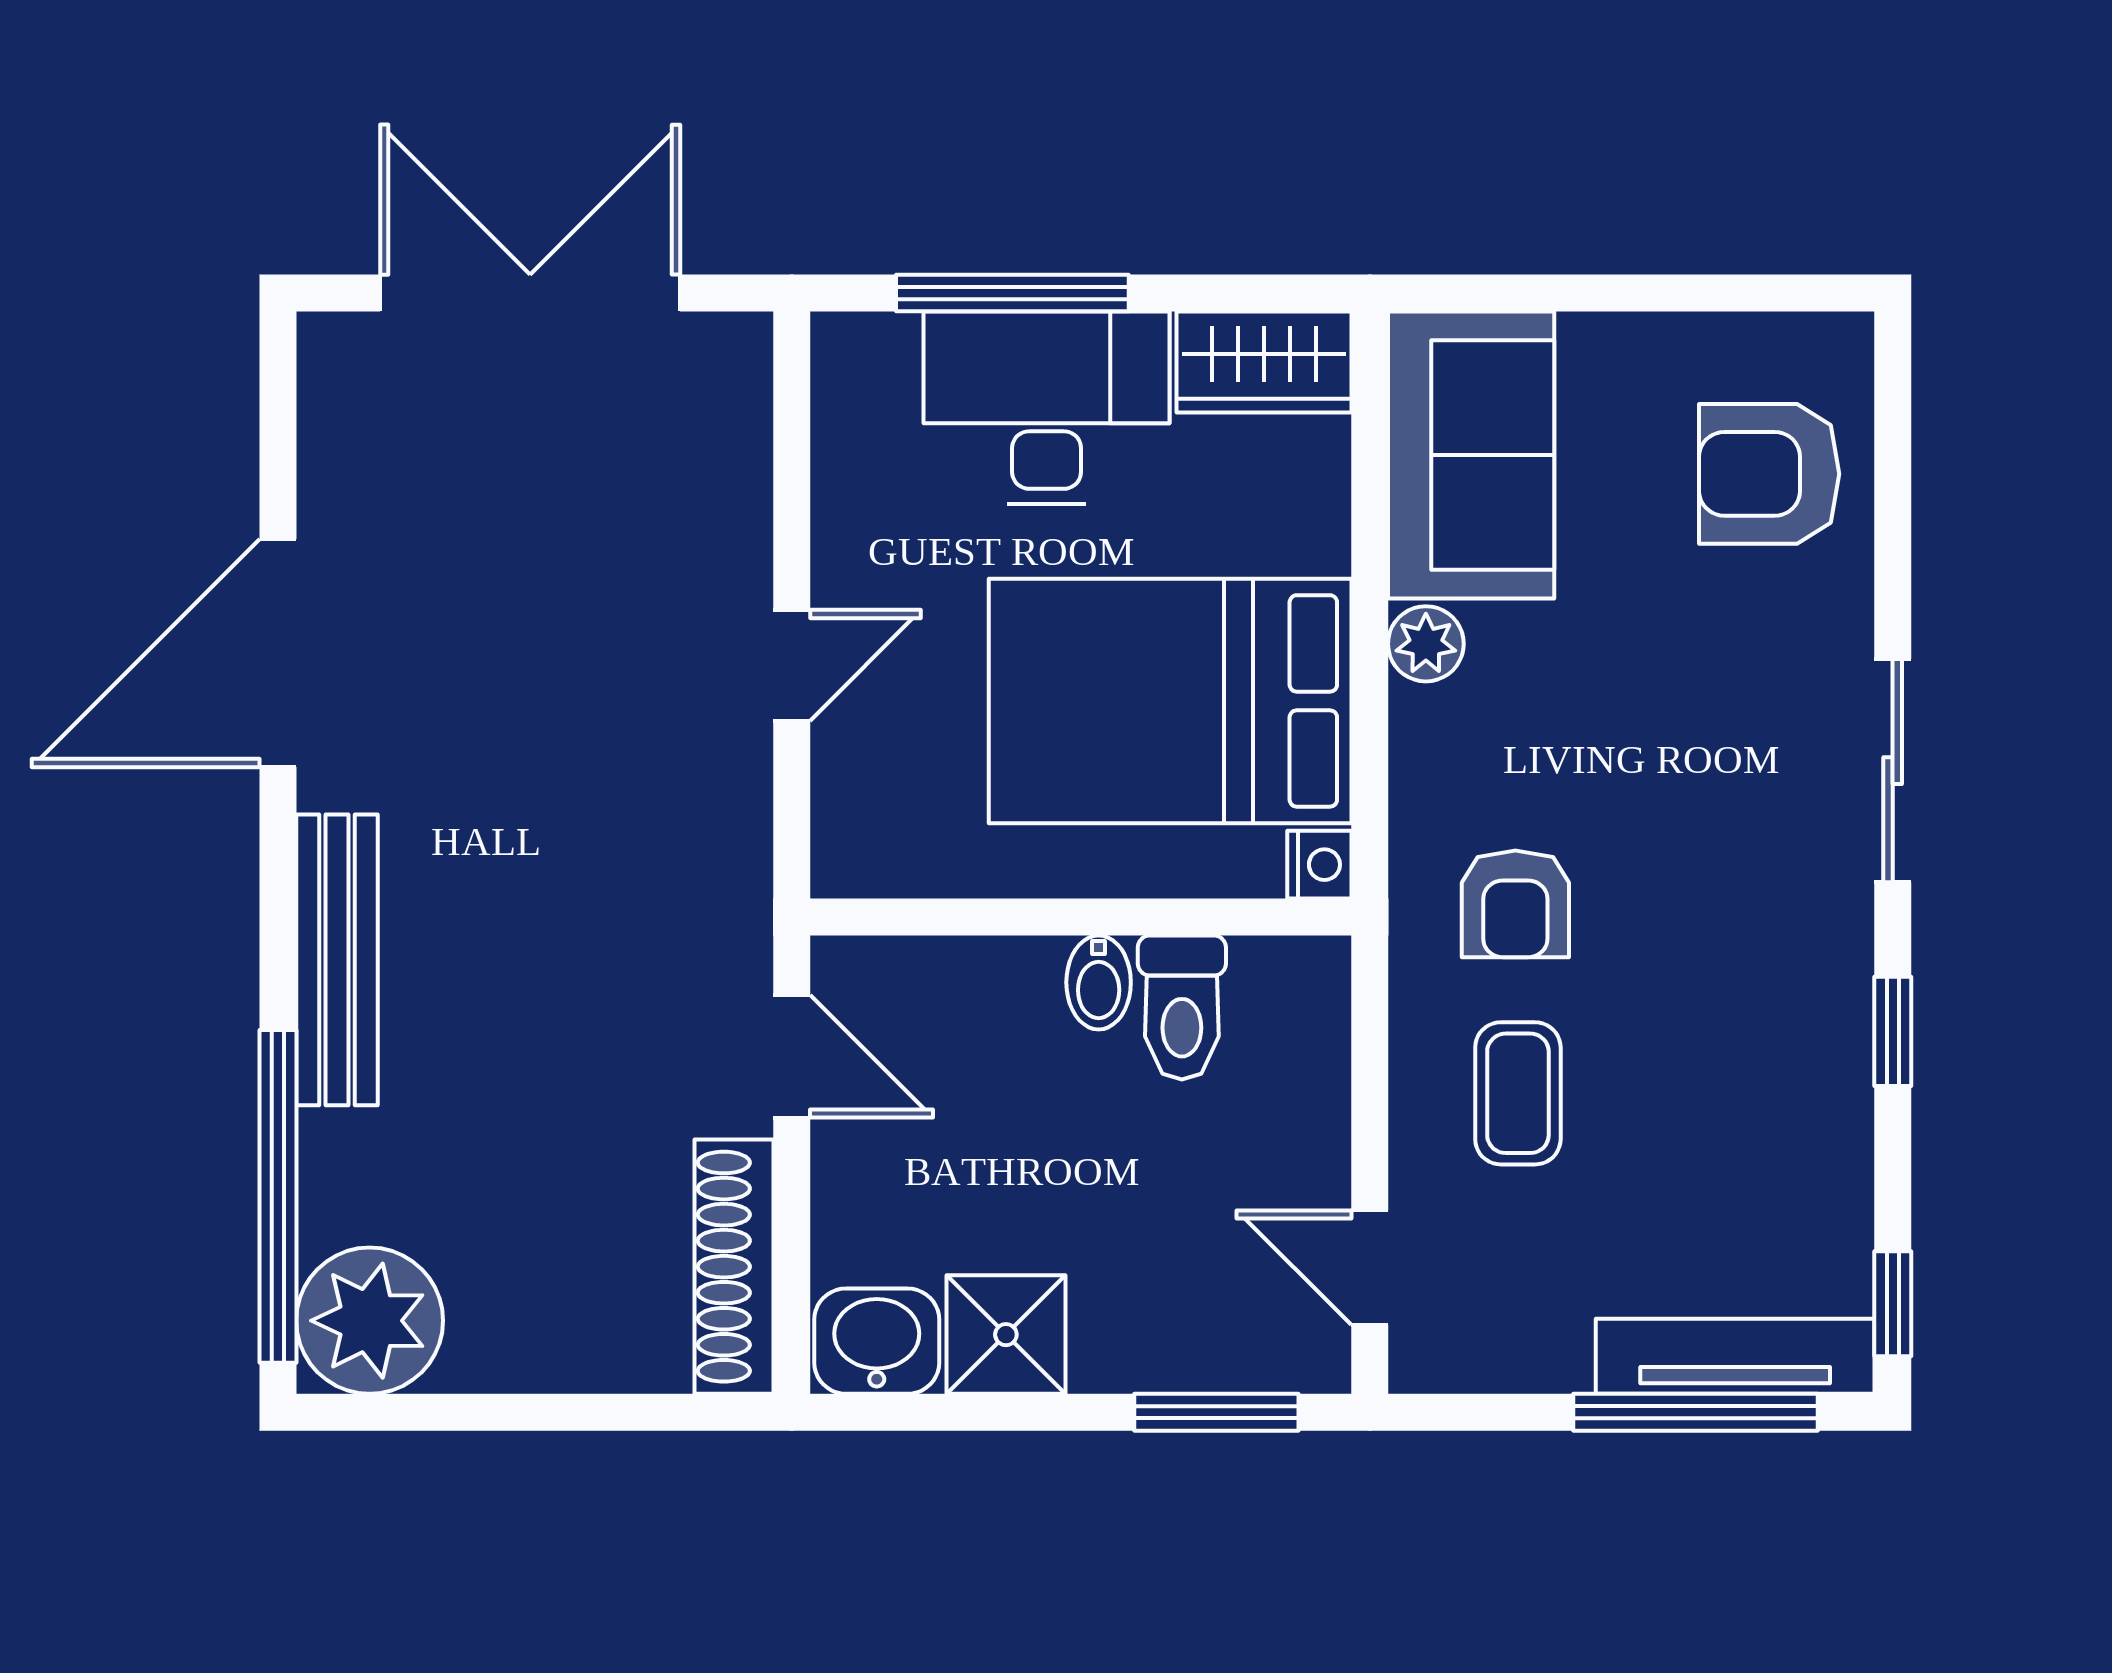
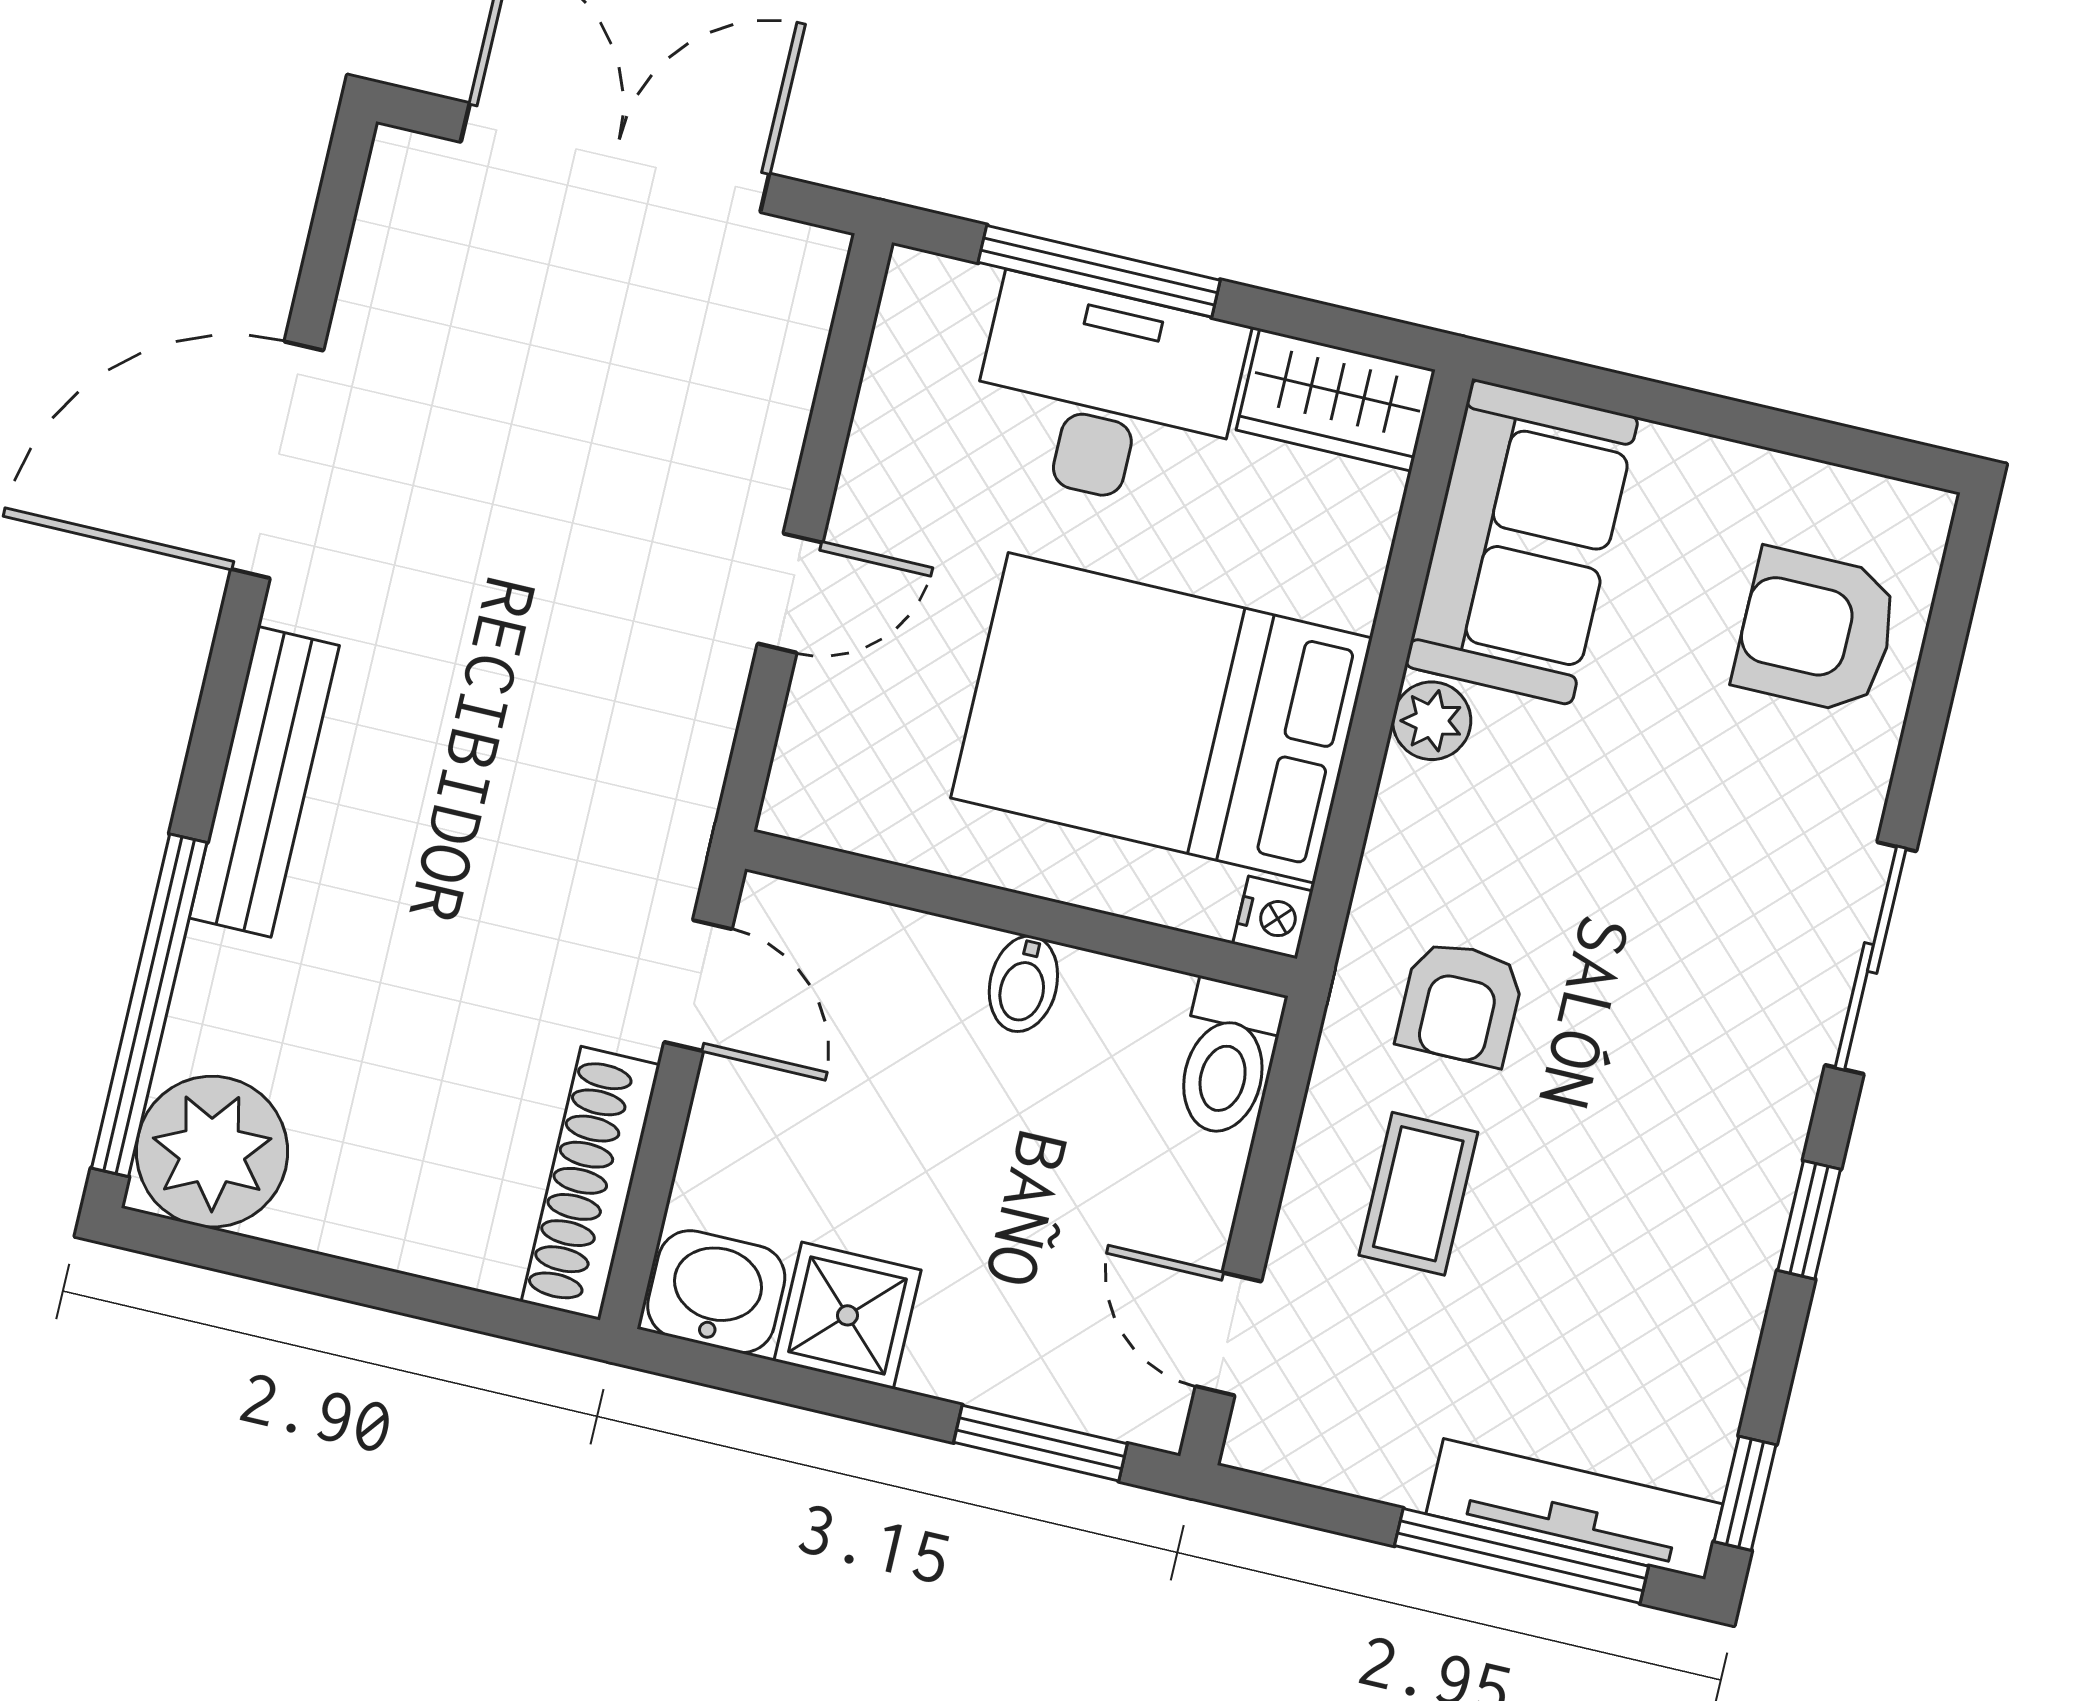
toilet: (1182, 1007) -> (1227, 1058), moved

